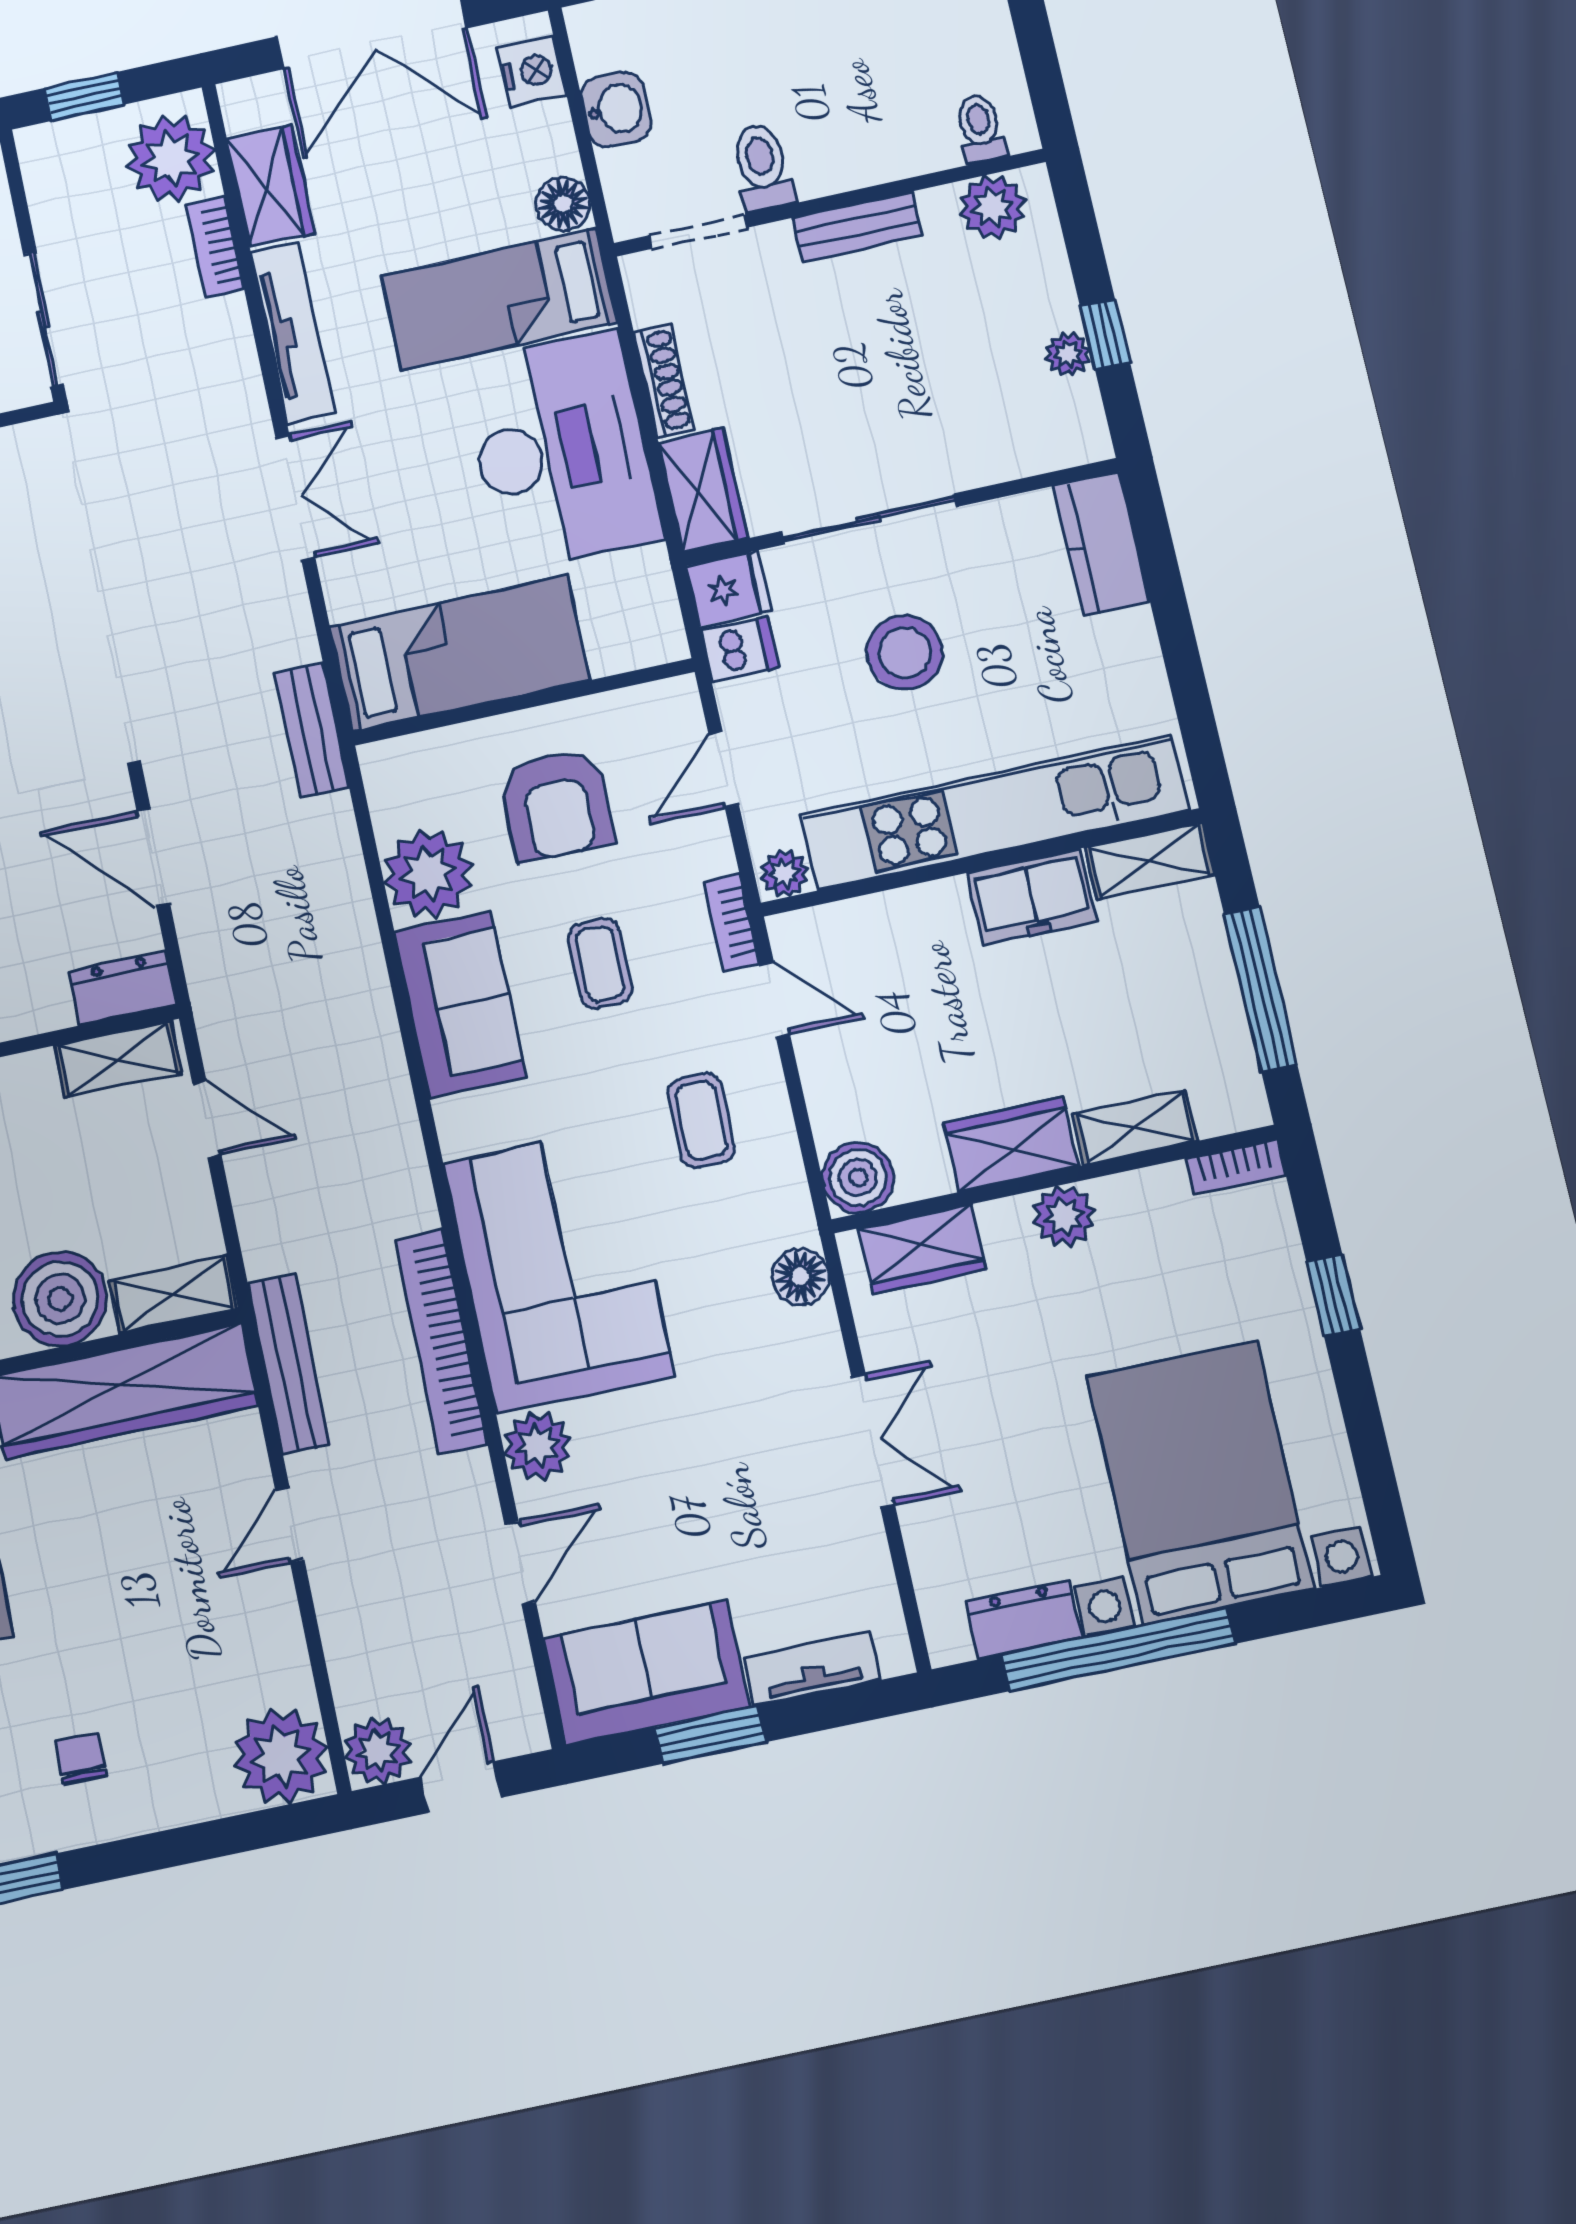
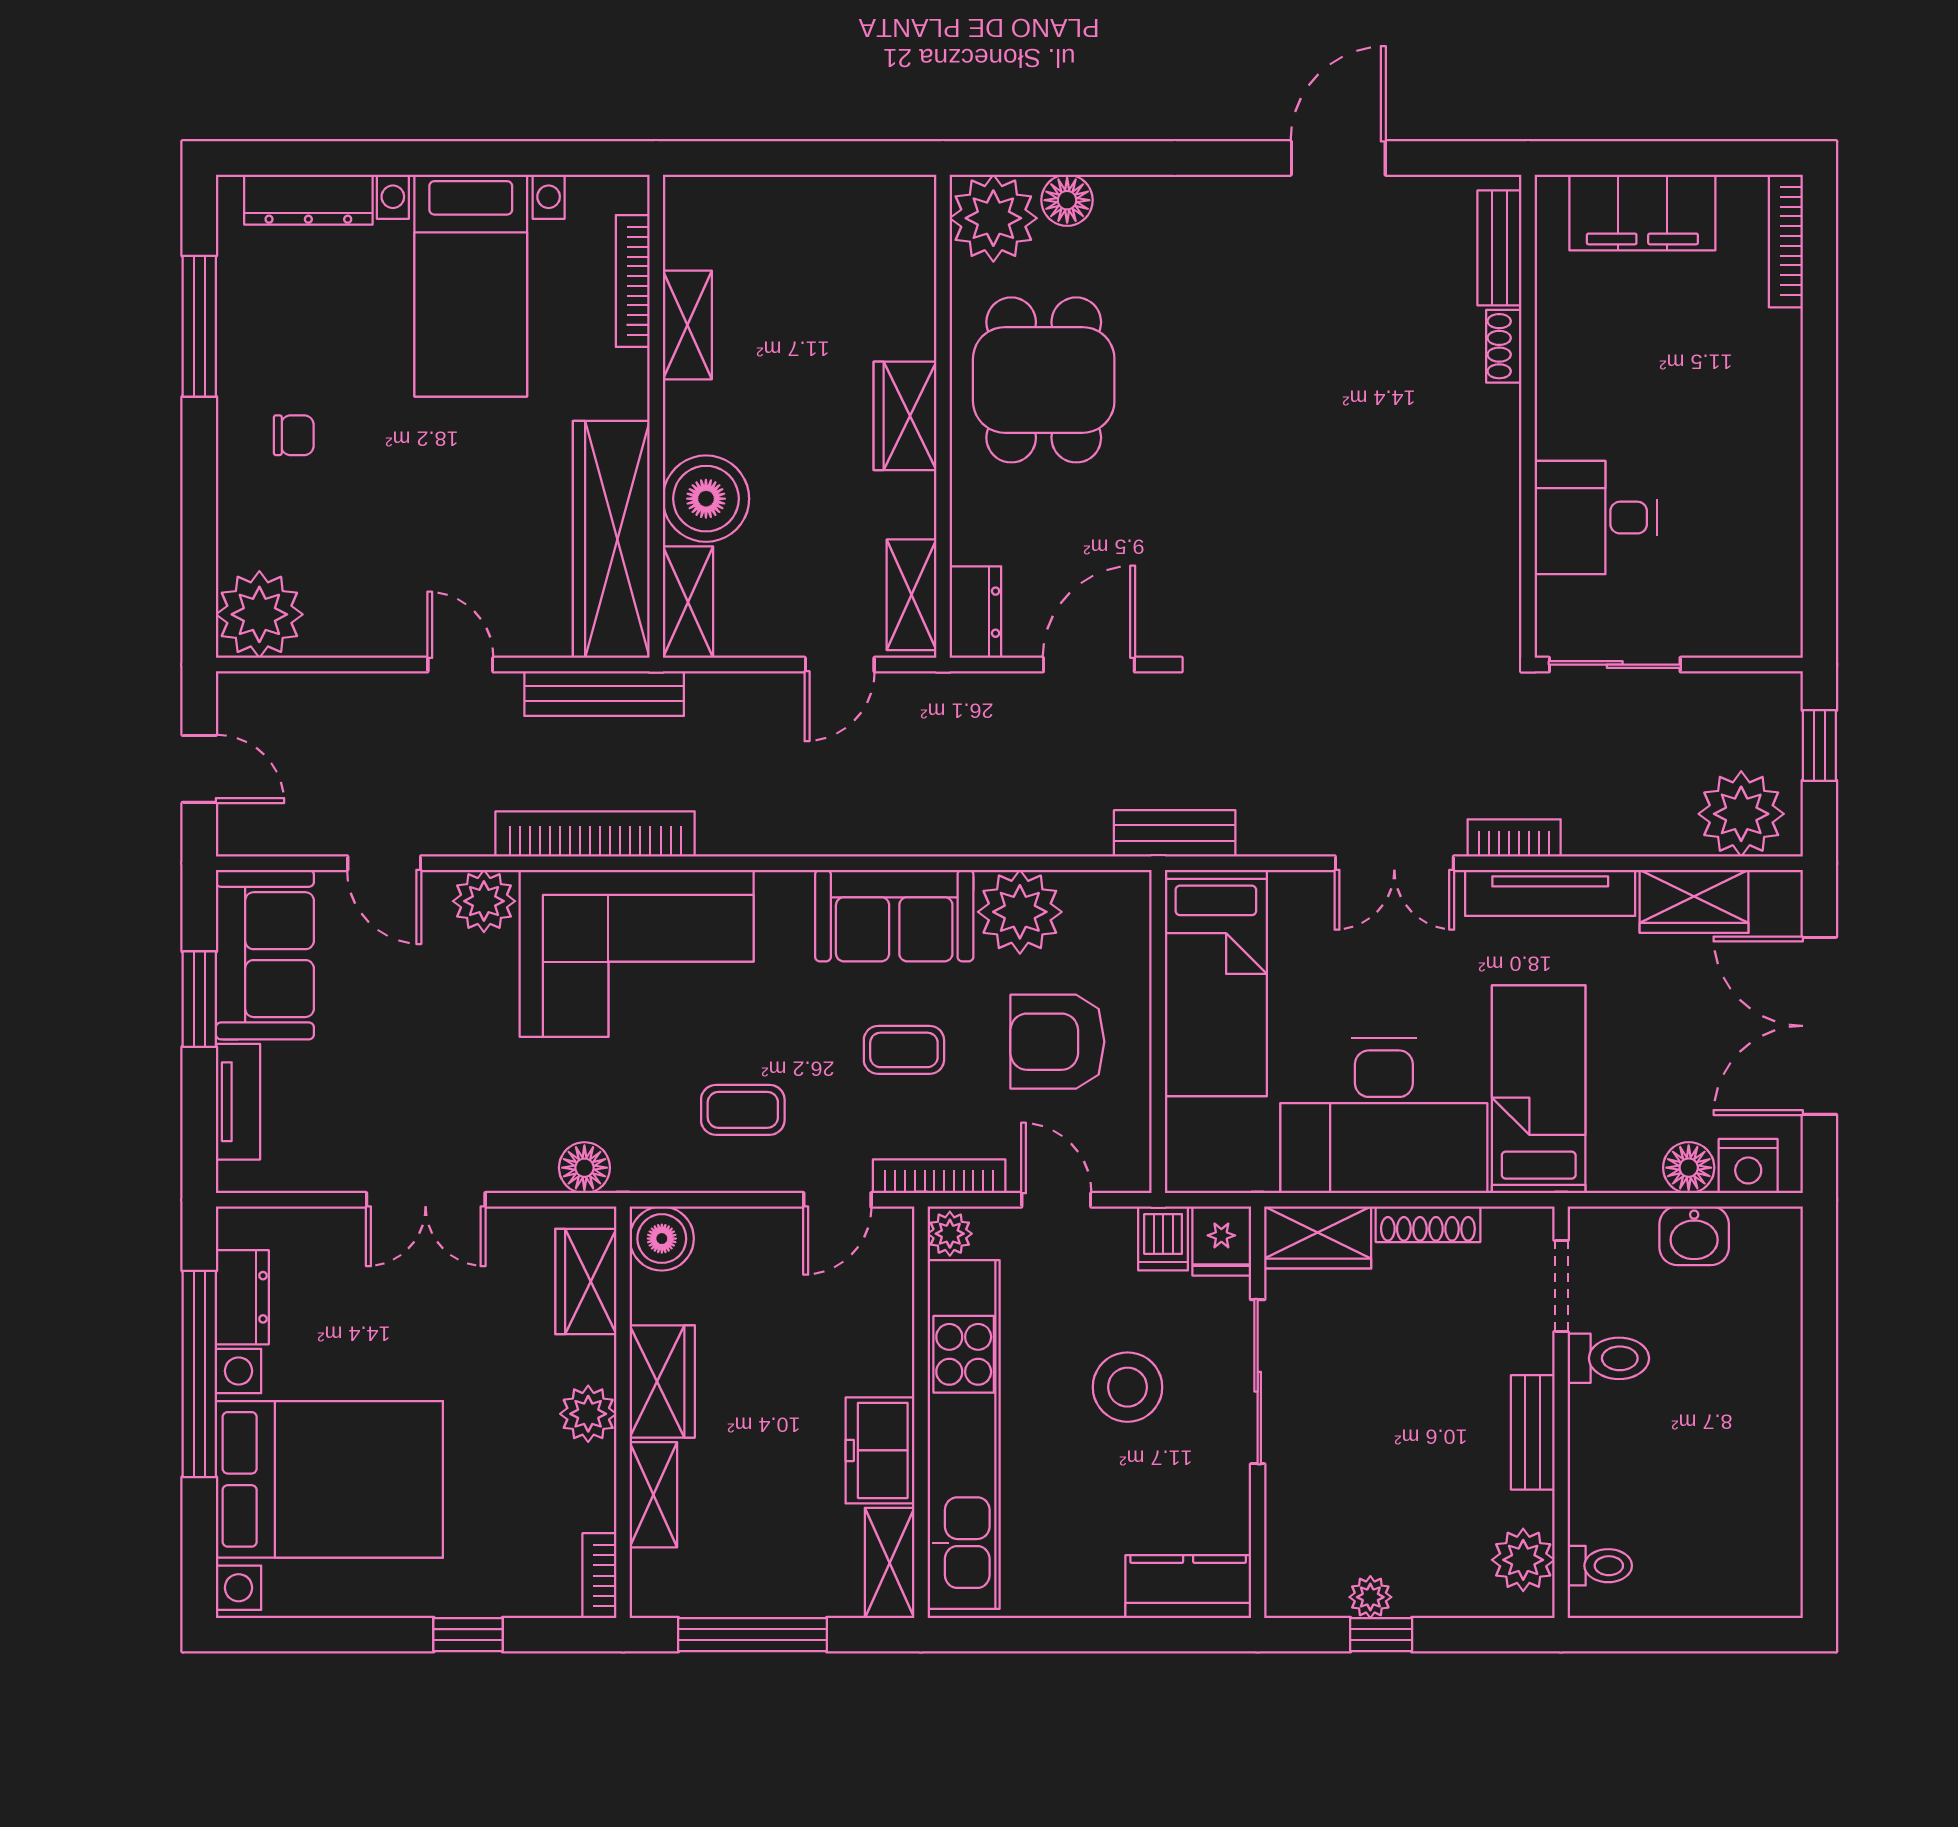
floor lamp: (563, 204) -> (1689, 1168), moved
bookcase: (215, 247) -> (1514, 838), moved
bookcase: (732, 923) -> (939, 1176), width x1.56
plant: (378, 1751) -> (246, 702), removed

